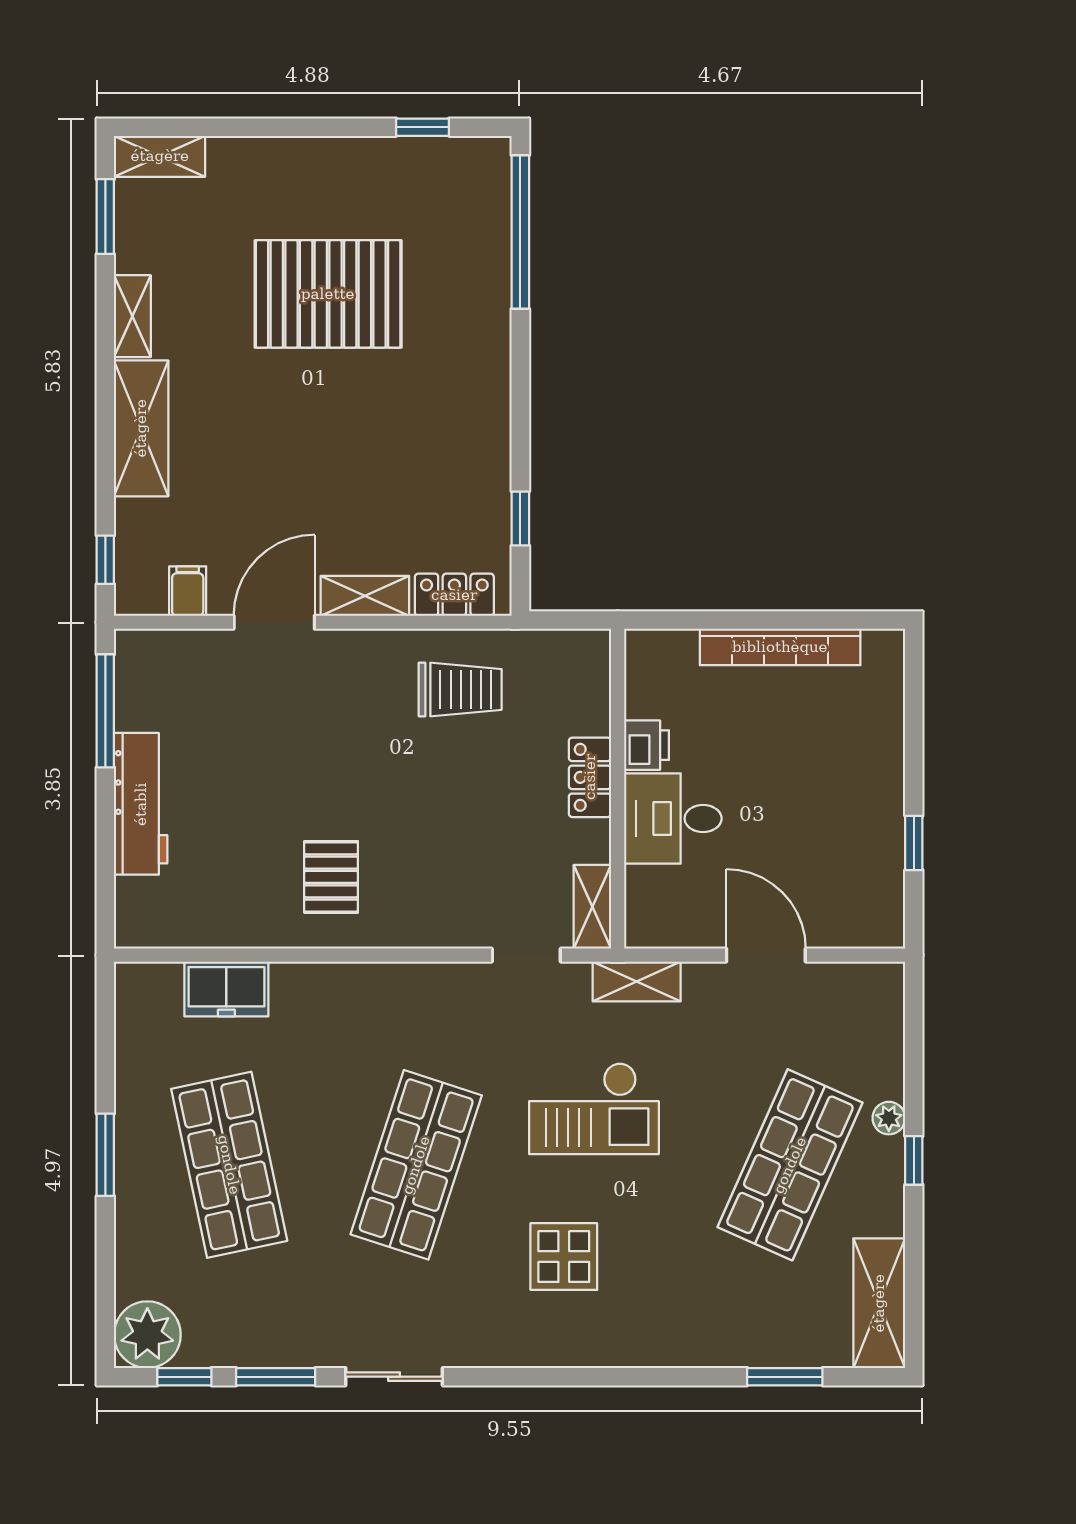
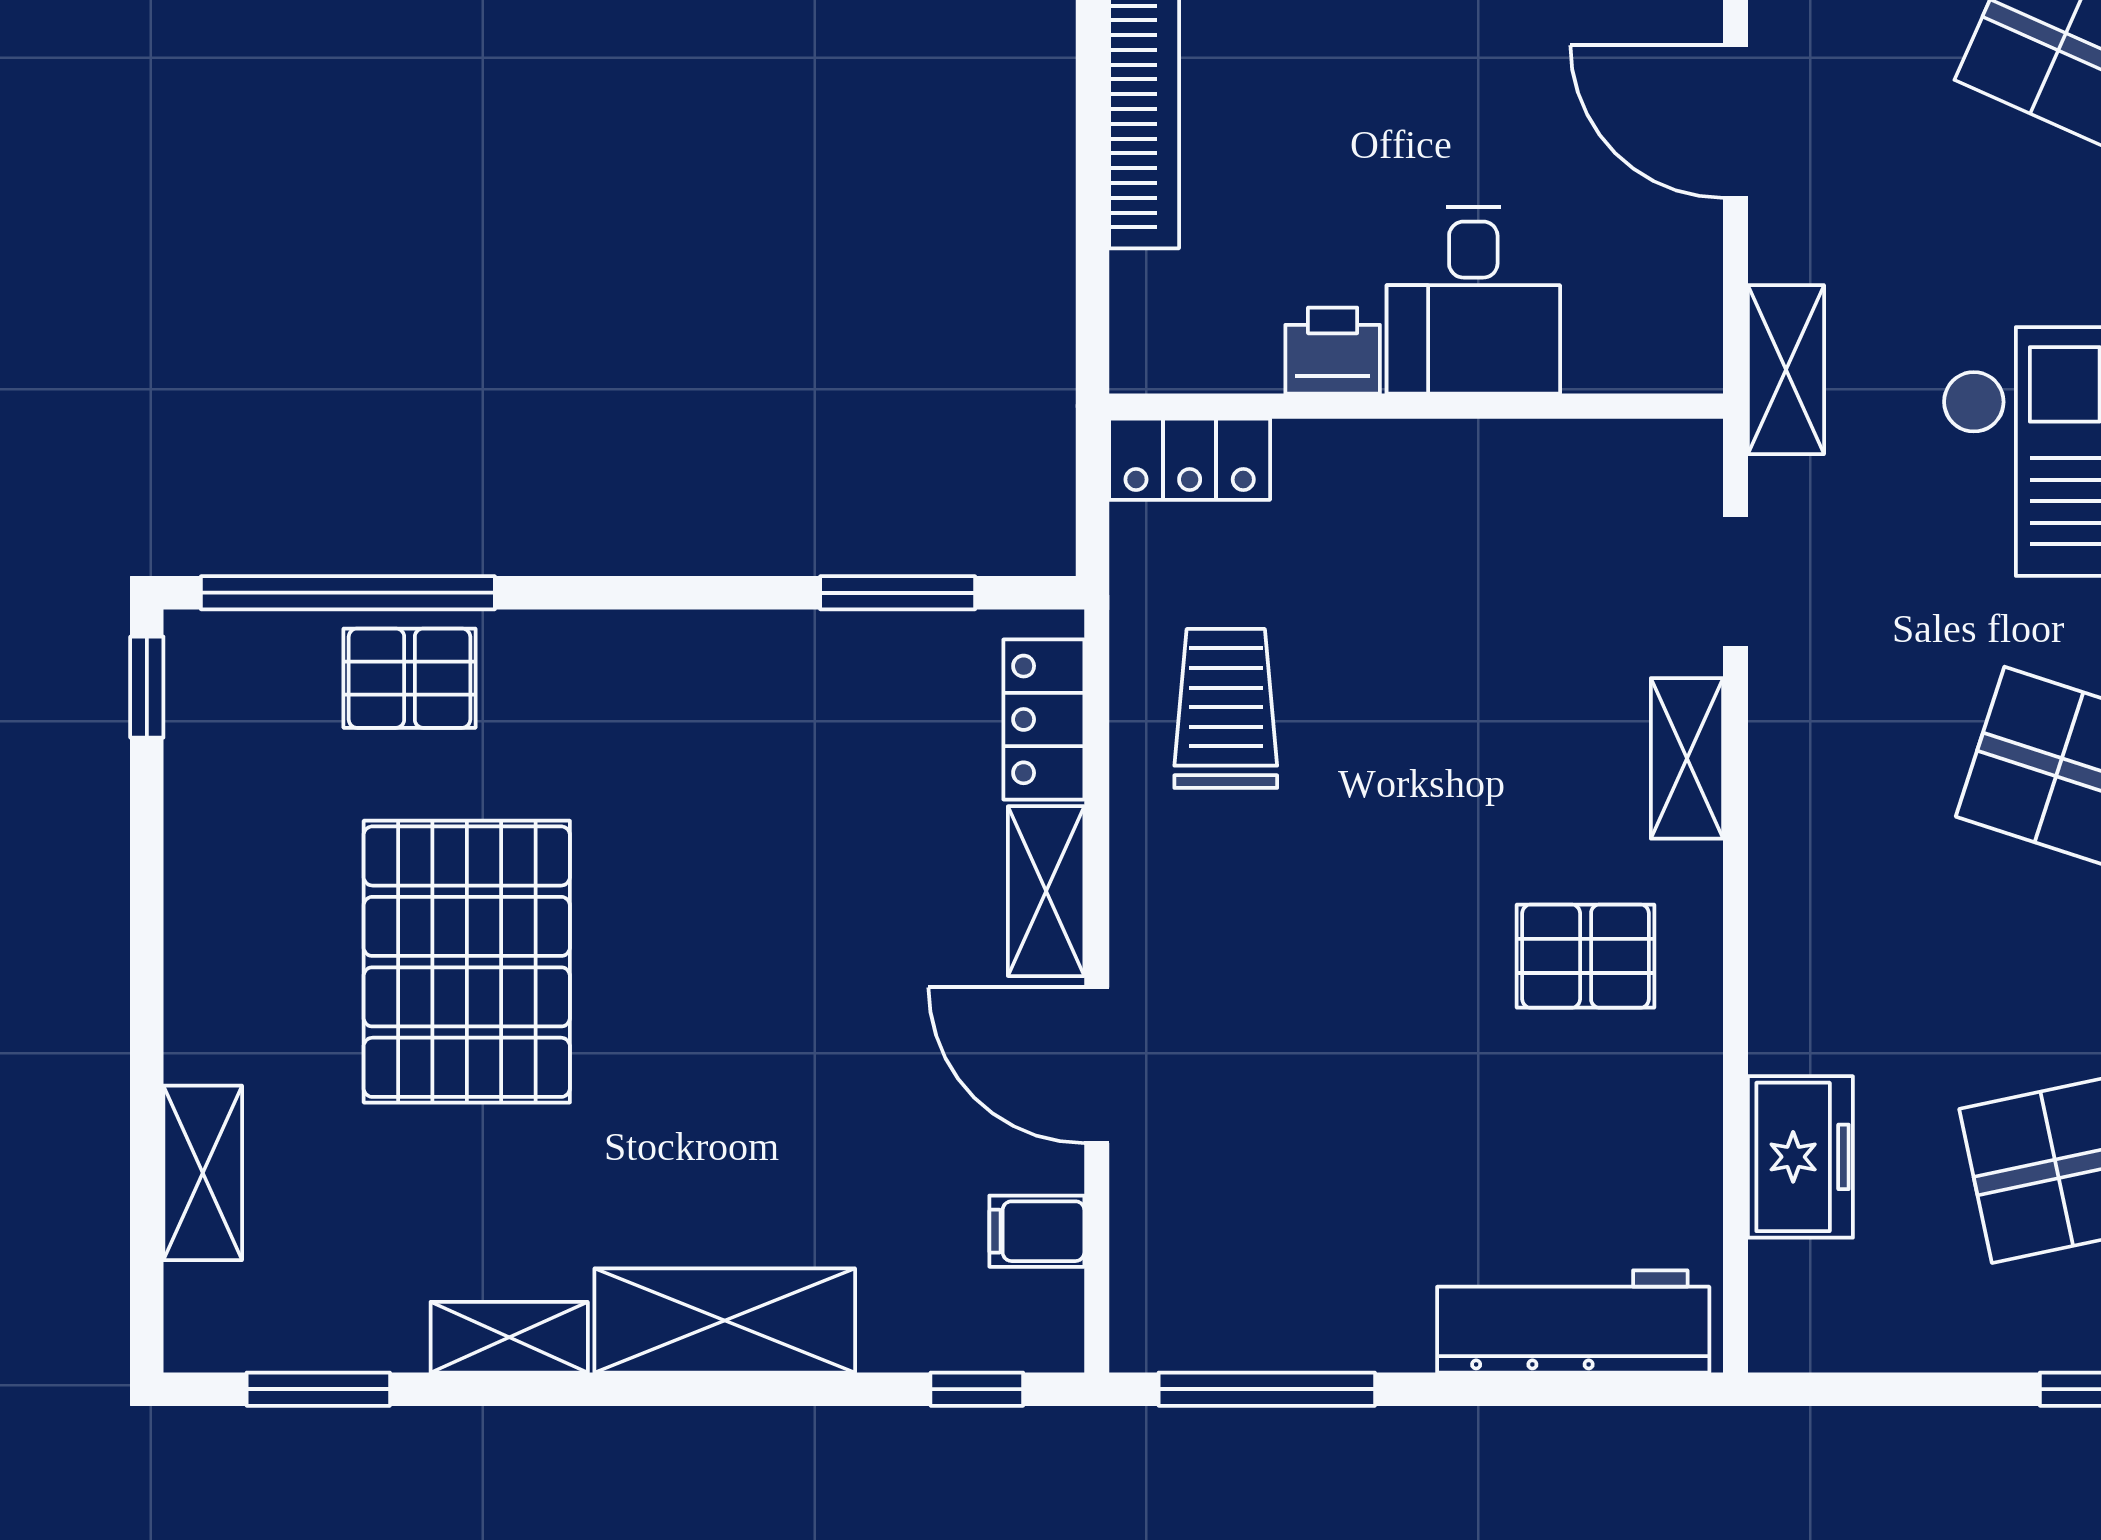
window: (423, 127) -> (147, 687), moved
shelving: (160, 156) -> (203, 1173), moved
pallet: (476, 264) -> (409, 678), added
window: (520, 519) -> (898, 593), width x1.50
locker: (590, 777) -> (1190, 459), moved
workbench: (141, 804) -> (1573, 1321), moved
shelving: (592, 907) -> (1687, 758), moved, turned 90
door: (766, 955) -> (1736, 122), hinge flipped

